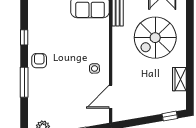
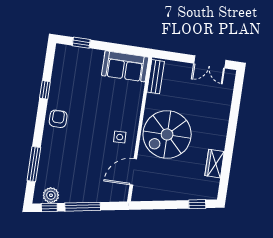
spiral stairs: (155, 38) -> (167, 134), moved
window: (24, 82) -> (34, 164), moved

